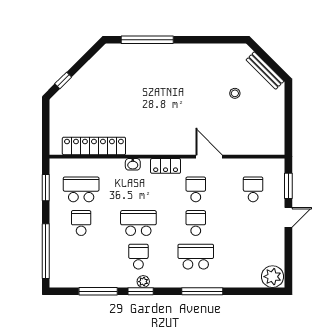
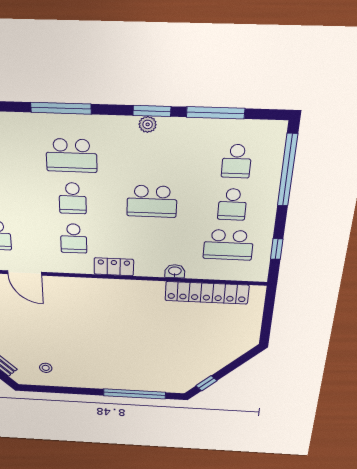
window: (63, 80) -> (206, 383), moved
stool: (235, 93) -> (46, 368), moved
door: (209, 157) -> (25, 273), moved
washbasin: (133, 164) -> (175, 271), moved
window: (46, 188) -> (277, 249), width x0.67
school desk: (138, 257) -> (237, 161), moved

